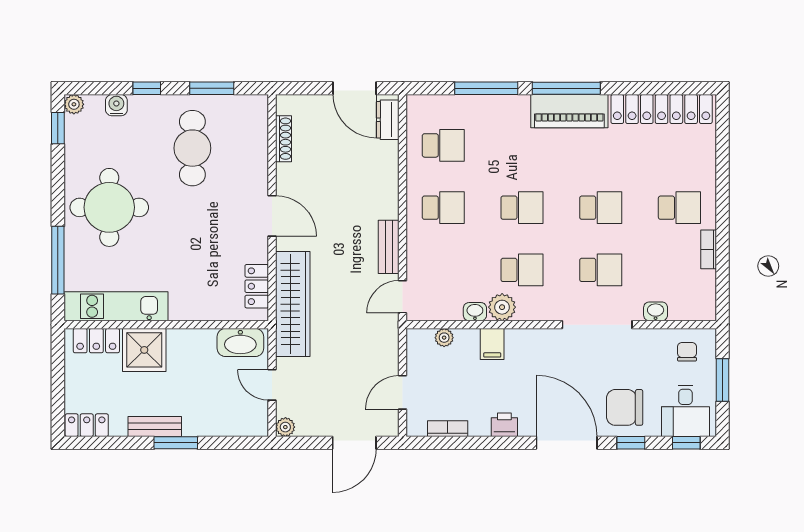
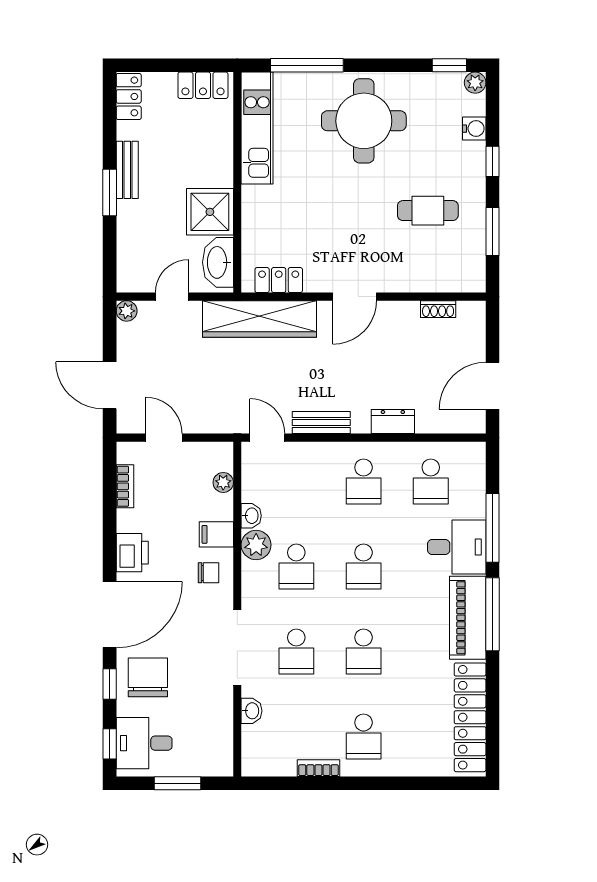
dresser: (388, 120) -> (393, 421), moved
desk: (504, 121) -> (457, 547), added
shoe rack: (284, 139) -> (438, 309), width x0.70
cafe table: (192, 148) -> (428, 211), width x0.73, depth x0.74
locker: (96, 341) -> (203, 85), moved, turned -90
shower: (144, 350) -> (210, 212), moved
chair: (687, 352) -> (209, 573), moved
printer: (504, 425) -> (132, 553), width x1.36, depth x1.24

